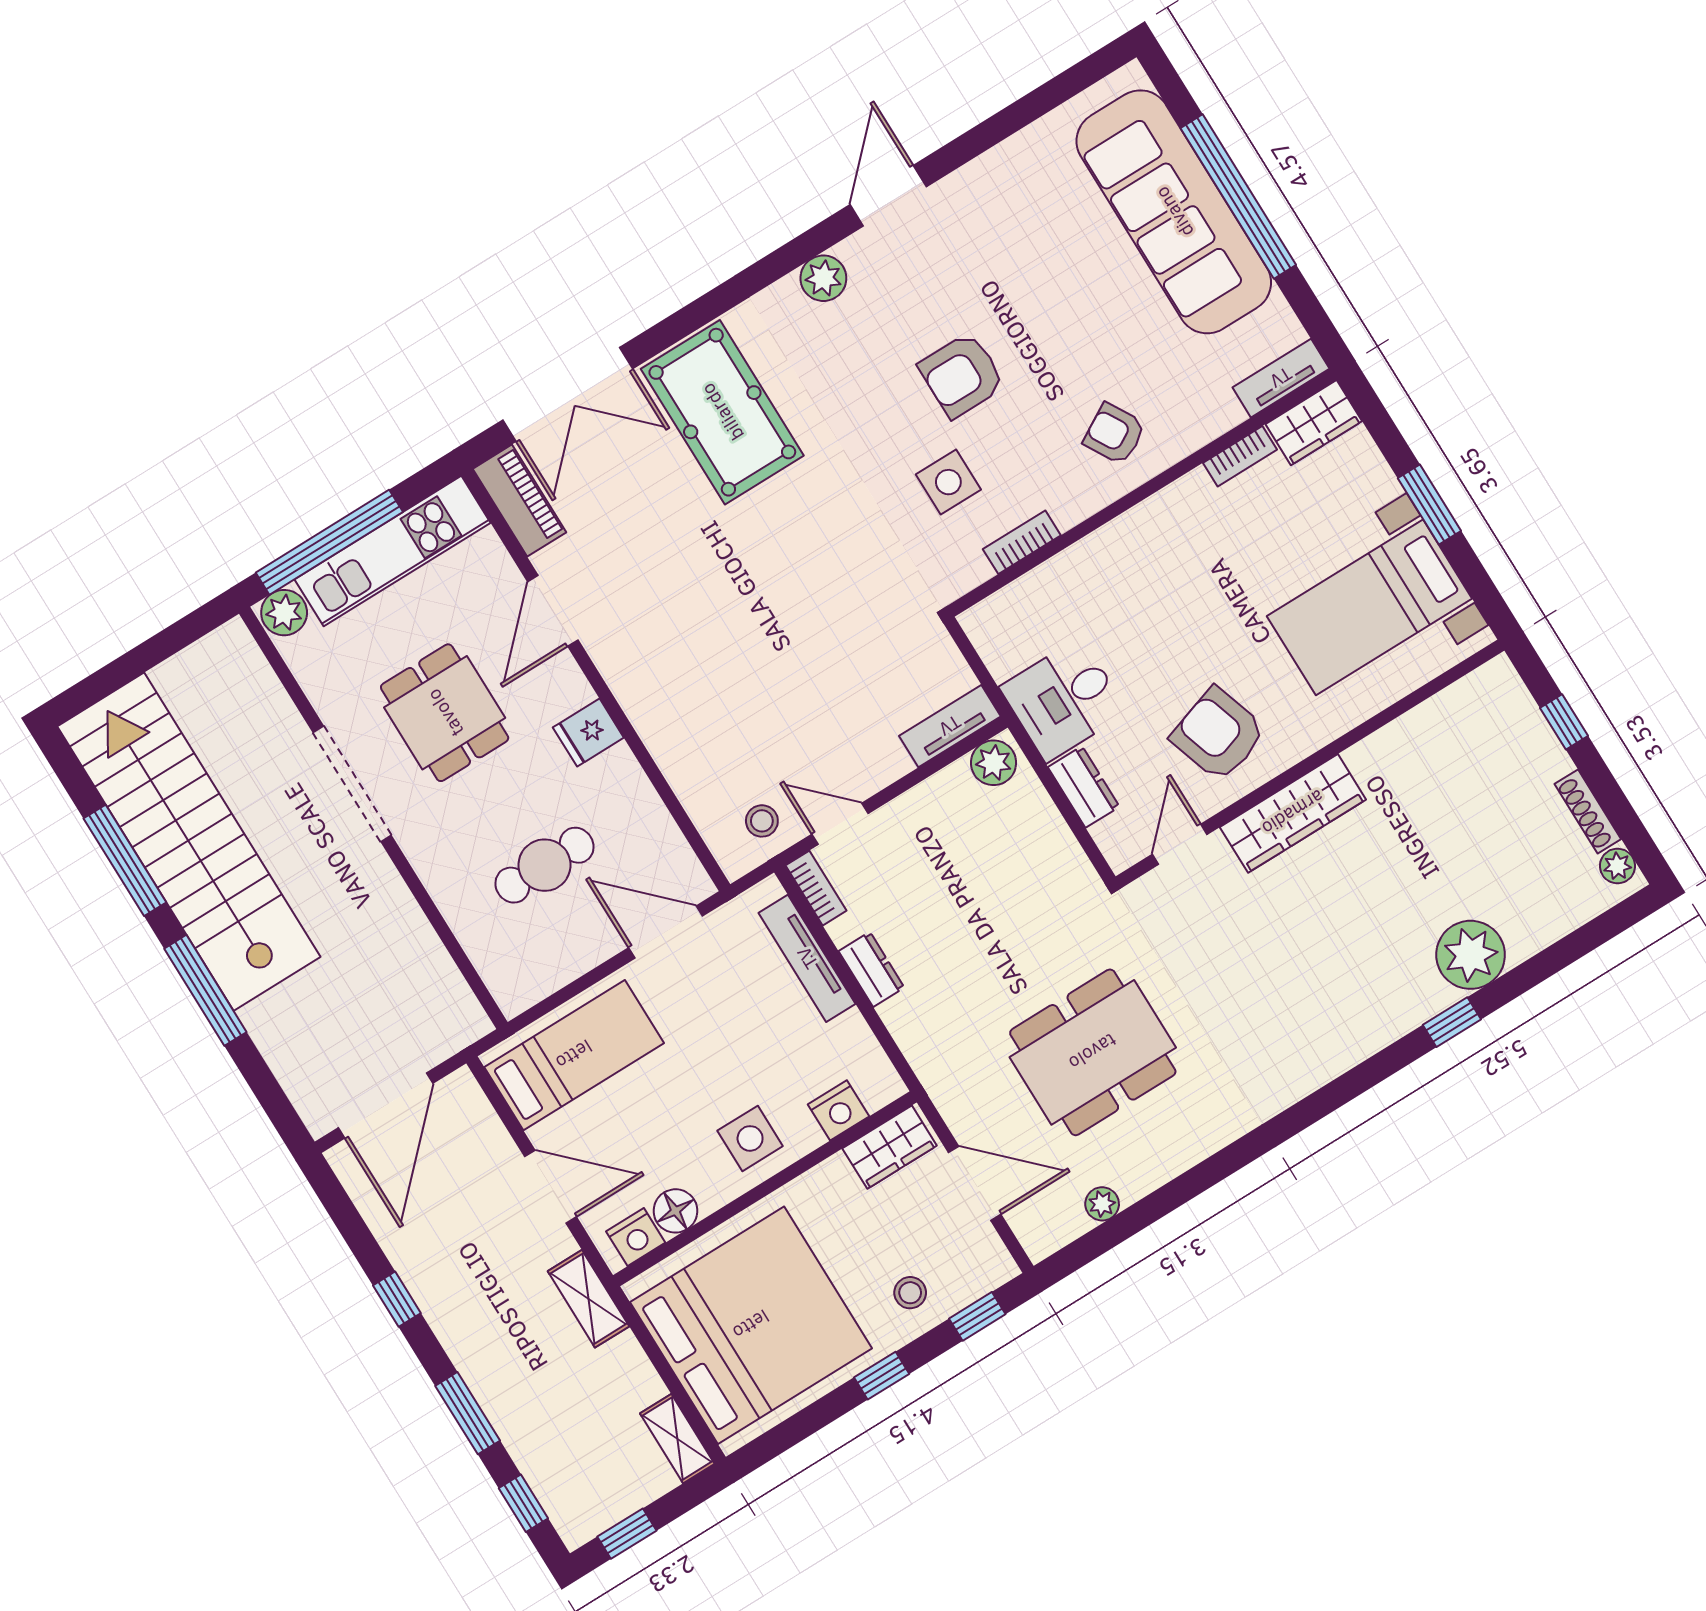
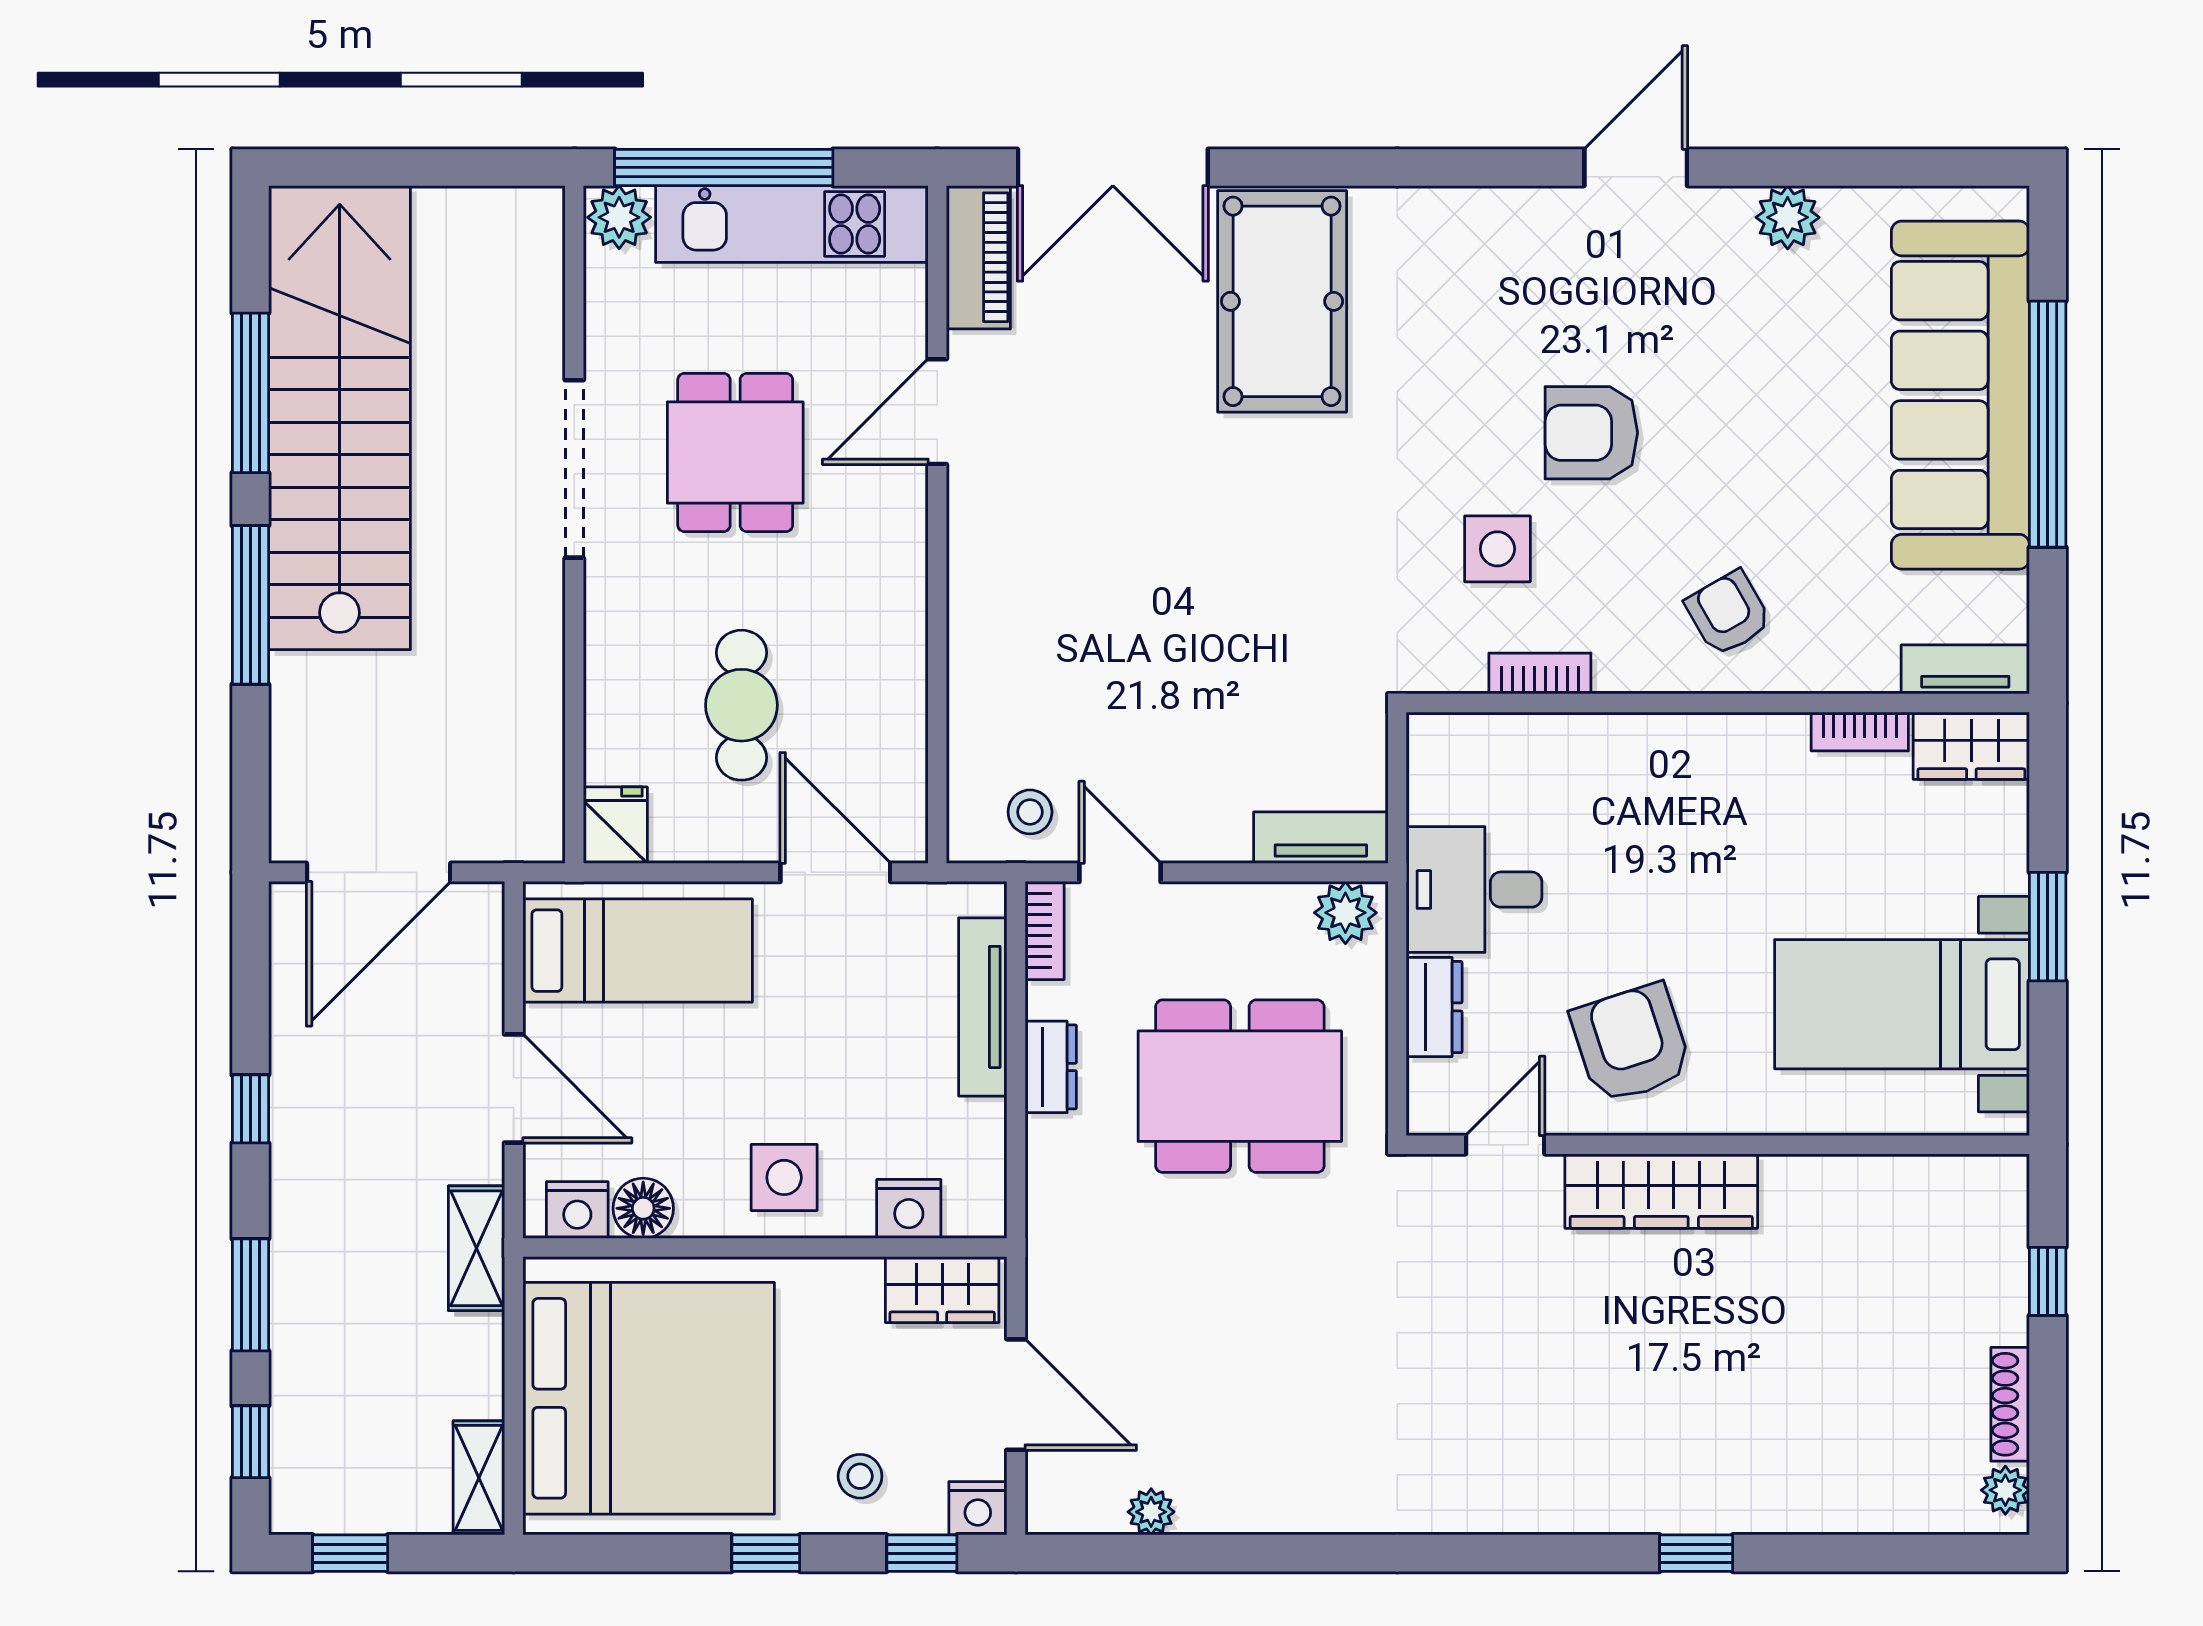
plant: (823, 278) -> (1788, 217), moved
fridge: (588, 733) -> (615, 825), moved, turned 90
cafe table: (544, 865) -> (741, 705), turned 90
plant: (1471, 955) -> (1767, 1488), removed
dining table: (1093, 1052) -> (1240, 1086), moved
nightstand: (995, 1268) -> (978, 1508), added

